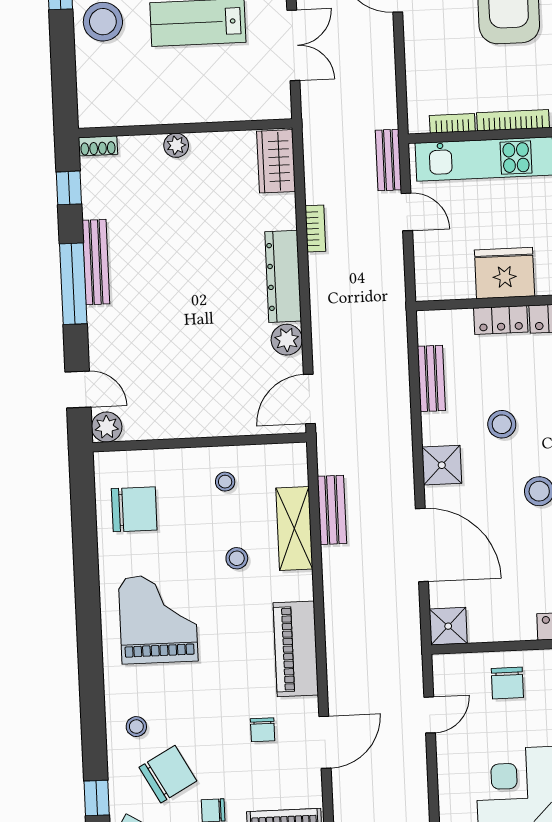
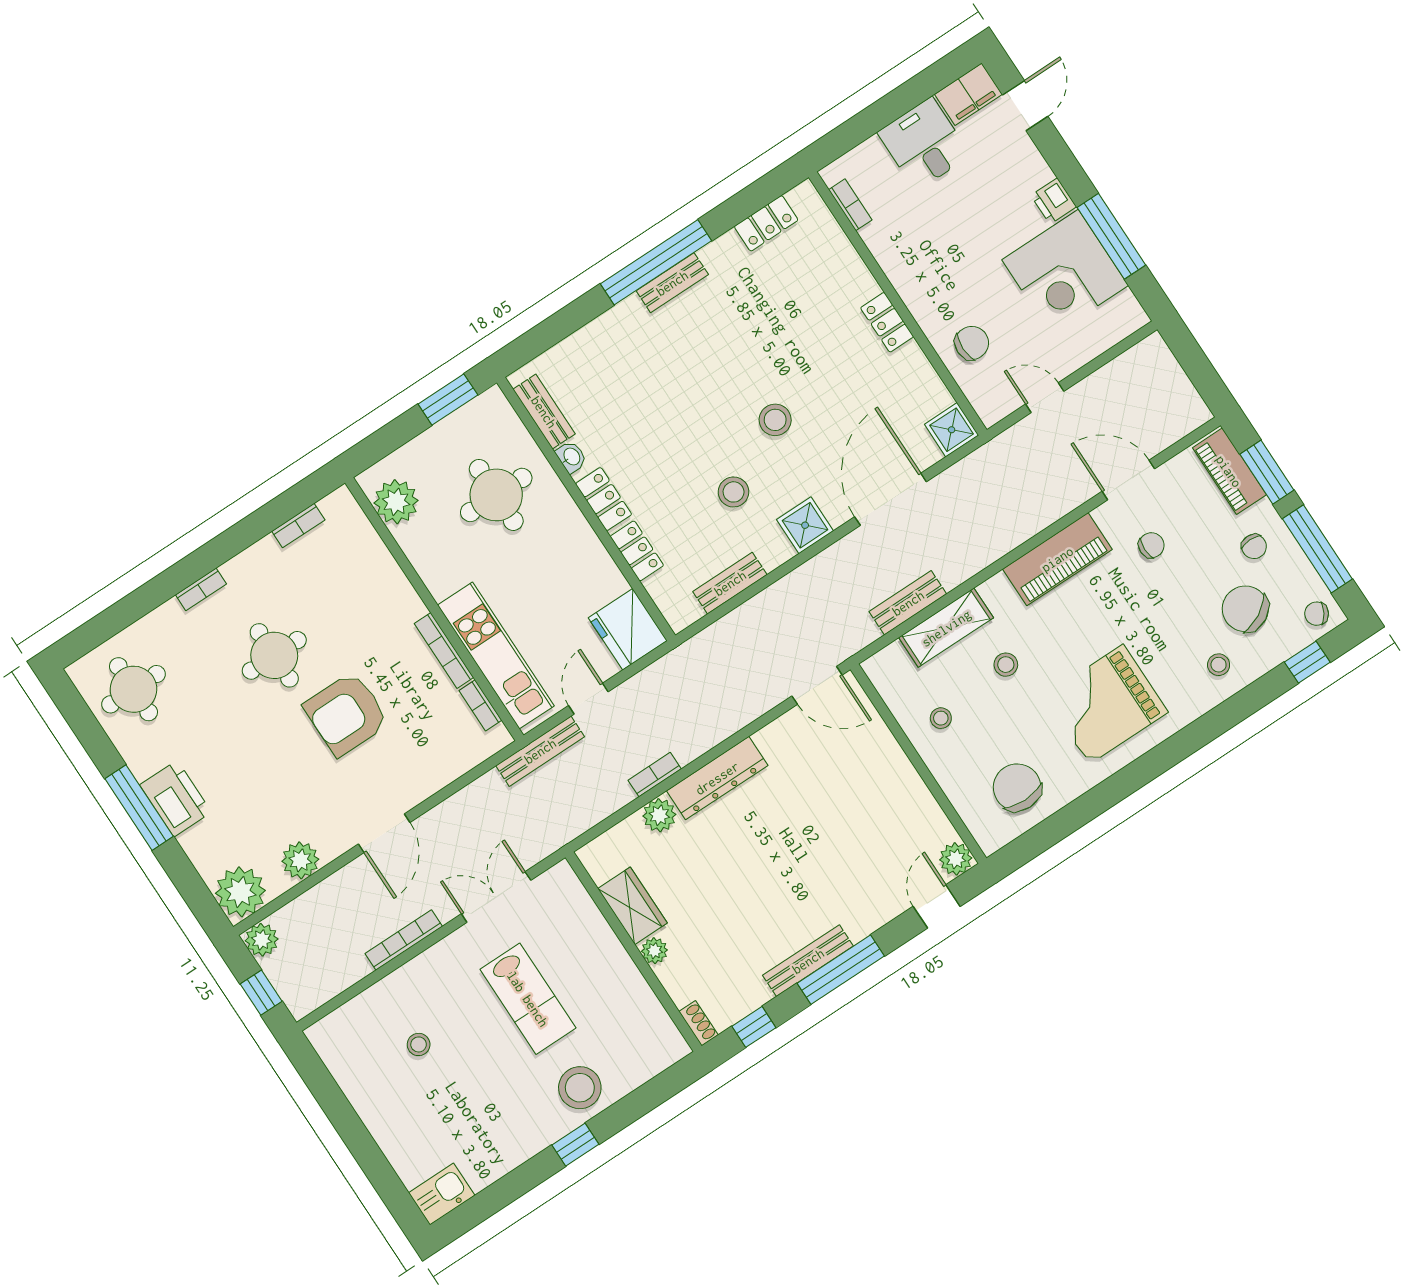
bench: (388, 160) -> (540, 751), width x1.36
wardrobe: (276, 161) -> (632, 906), moved, turned -90
fridge: (505, 273) -> (628, 629), moved
plant: (287, 340) -> (659, 815), moved

